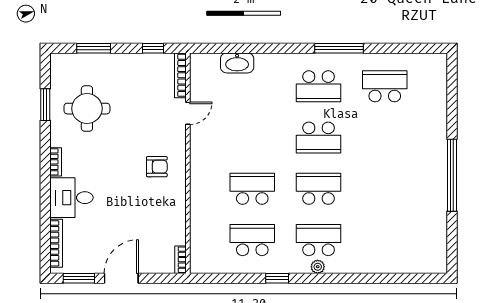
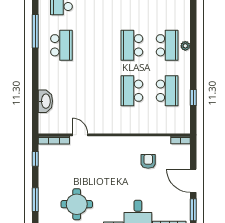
school desk: (319, 138) -> (97, 45), removed
armchair: (157, 167) -> (148, 161), moved
school desk: (252, 240) -> (167, 91), turned 180
school desk: (319, 240) -> (167, 45), turned 180
window: (277, 278) -> (193, 97), moved

